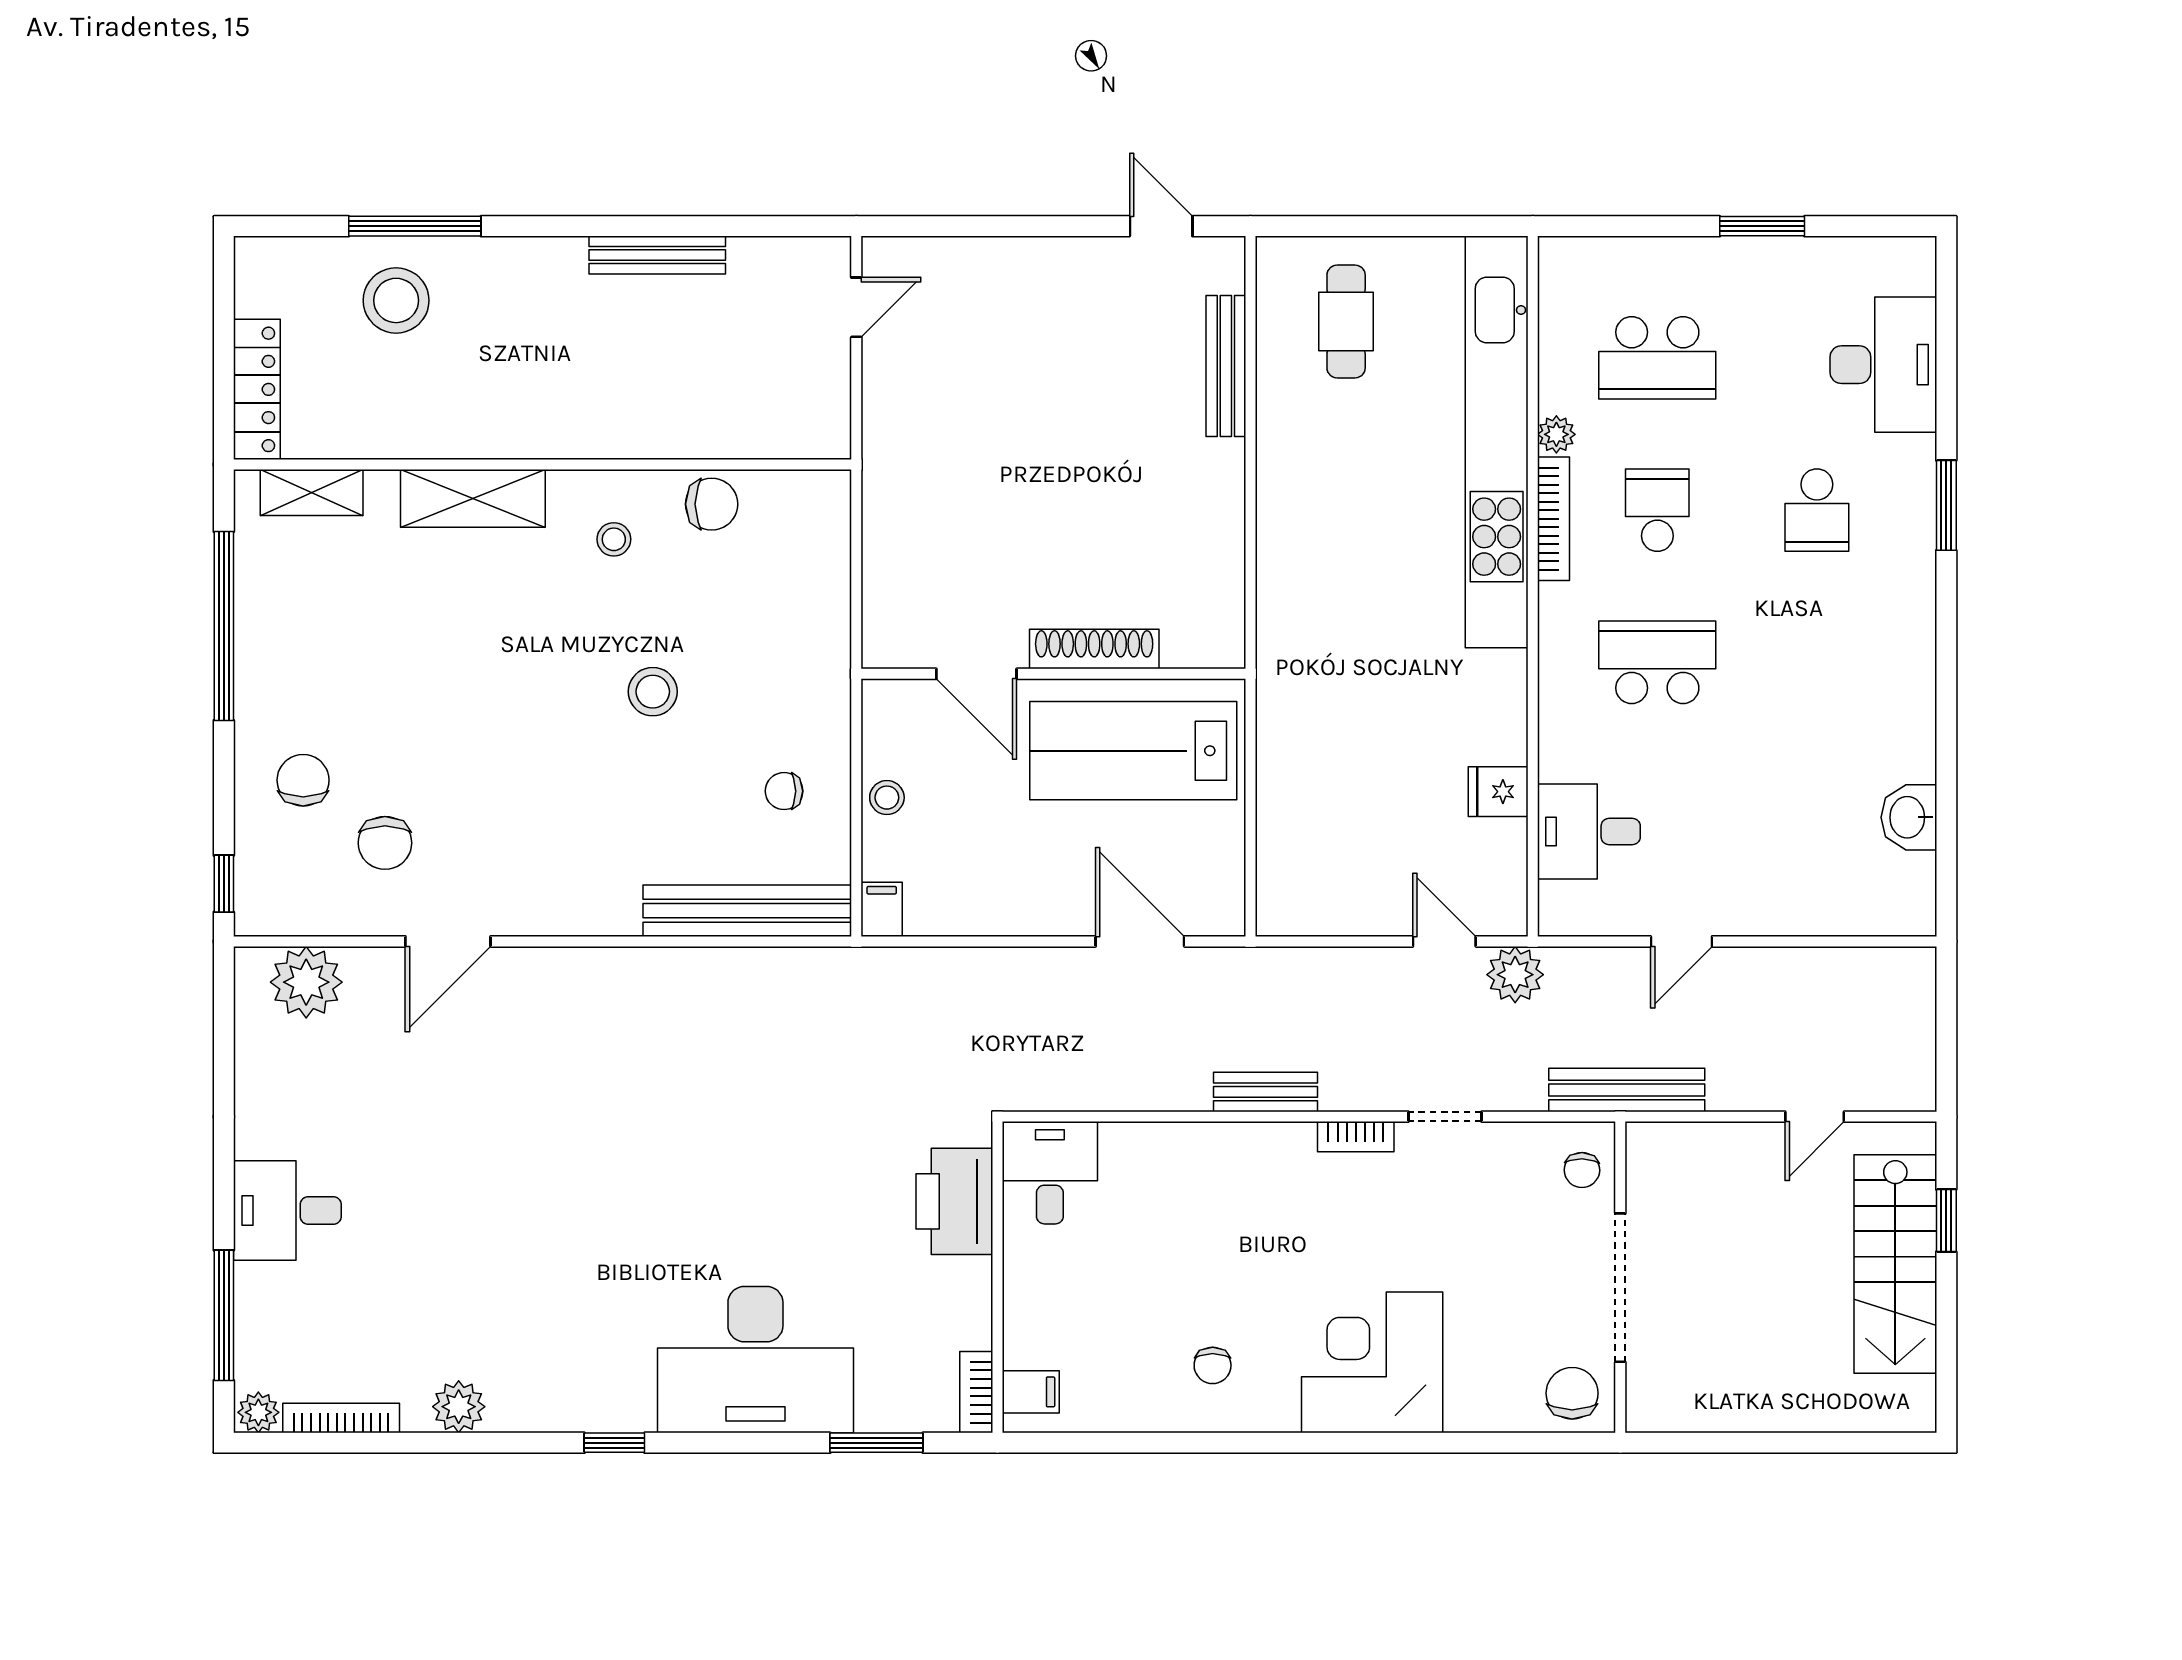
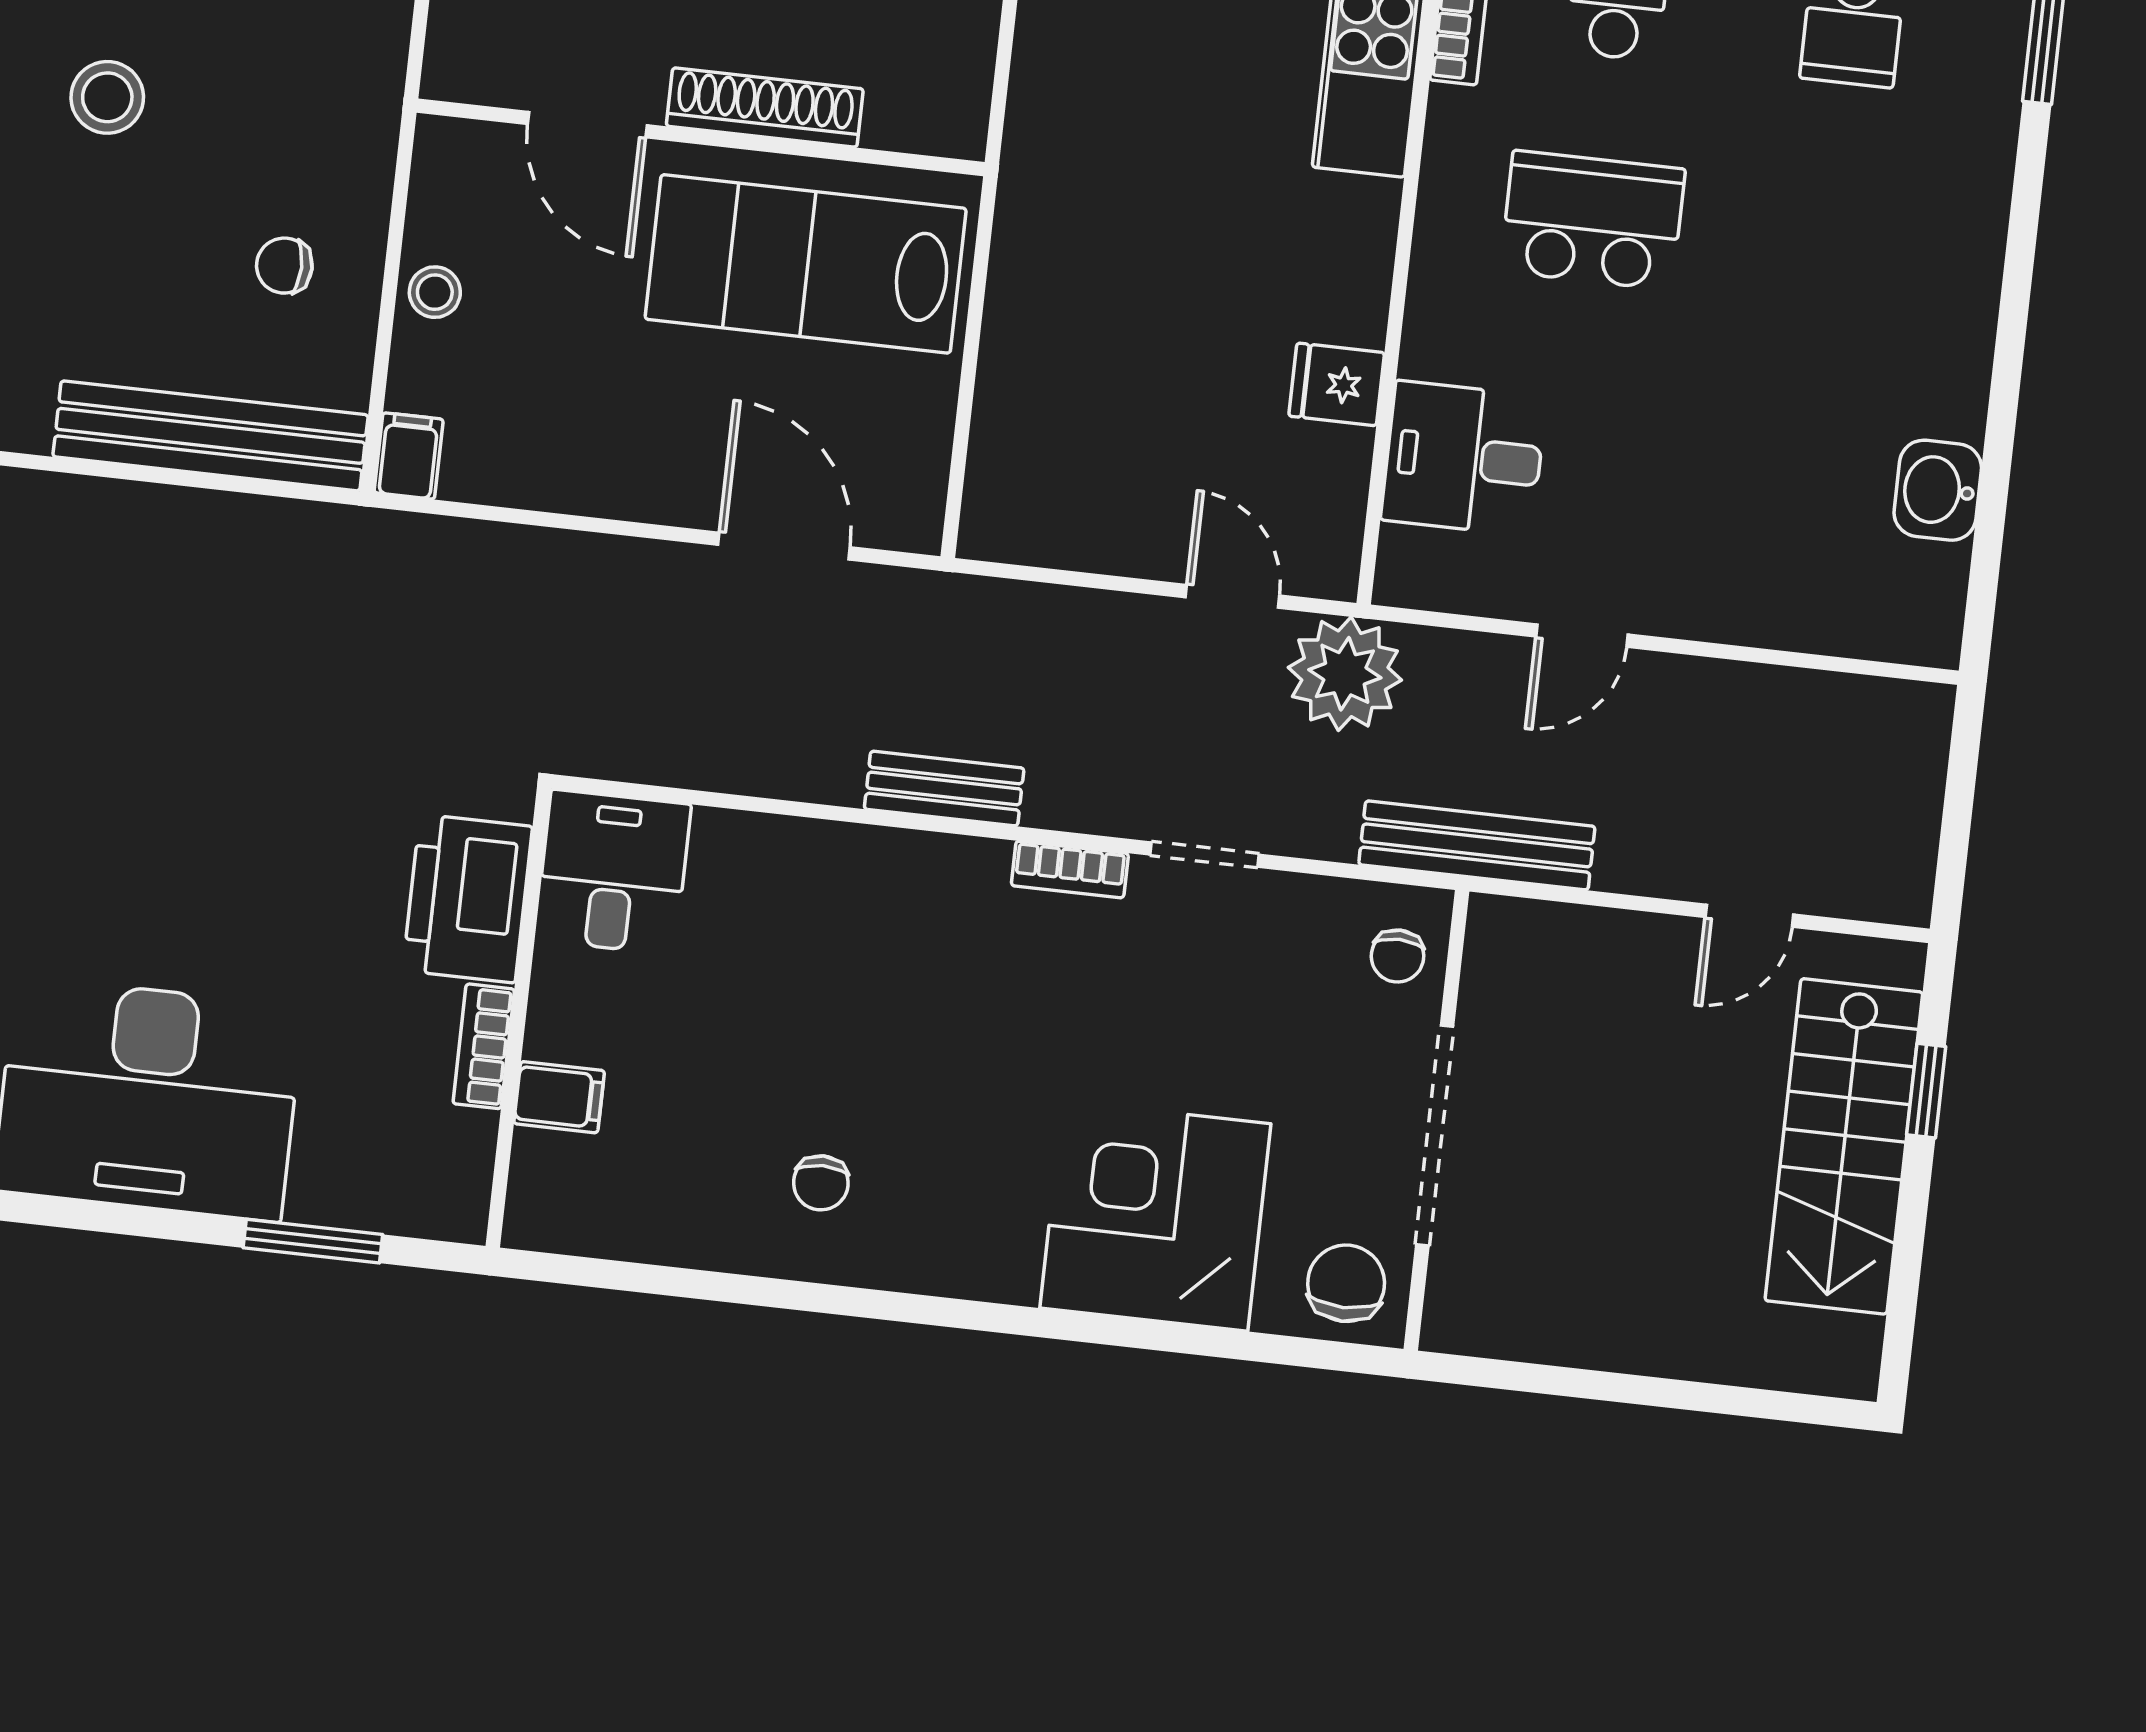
plant: (1515, 975) -> (1345, 674), width x1.36, depth x1.36
corner desk: (1372, 1362) -> (1155, 1216), moved
bookcase: (976, 1392) -> (484, 1046), moved
filing cabinet: (1031, 1392) -> (559, 1097), moved

